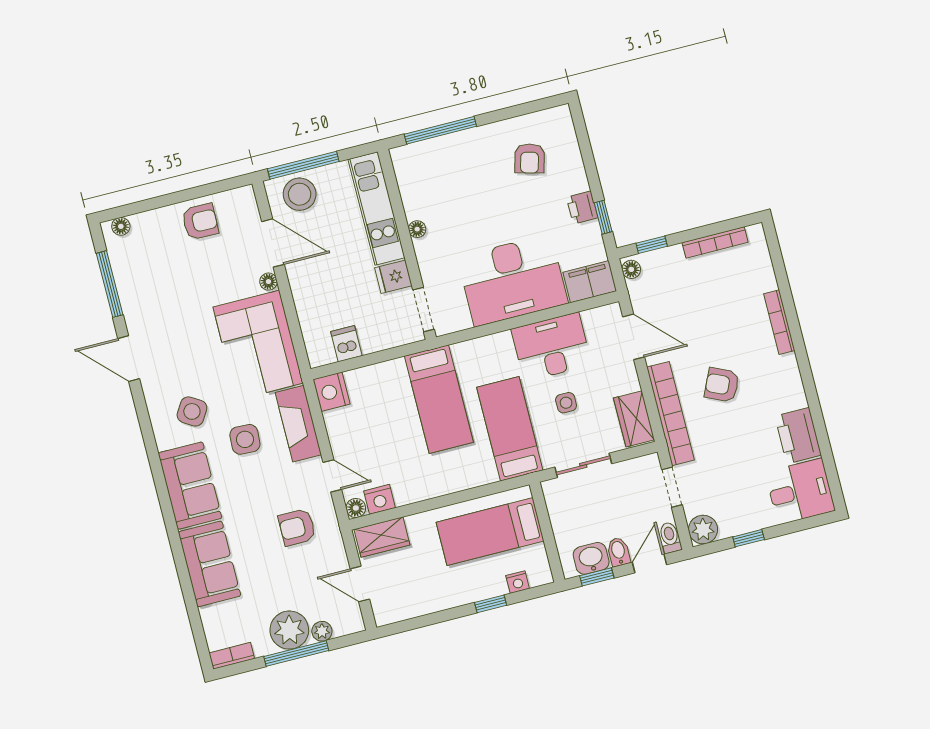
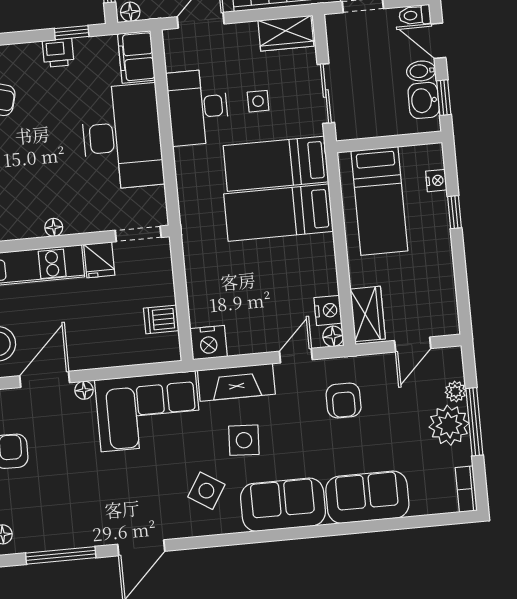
bed: (439, 399) -> (279, 213), moved, turned 180

